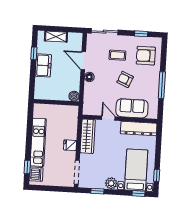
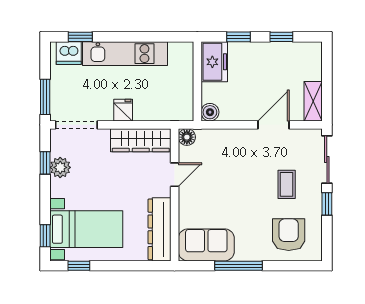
window: (141, 34) -> (327, 204), moved
shelving: (56, 37) -> (313, 101), moved
freezer: (43, 65) -> (214, 62), moved, turned -90
floor lamp: (89, 77) -> (187, 137), moved
window: (32, 78) -> (239, 37), added
armchair: (125, 79) -> (245, 201), removed
sofa: (132, 108) -> (206, 245), moved, turned -90
plant: (111, 183) -> (60, 167), moved
window: (60, 189) -> (45, 97), added

